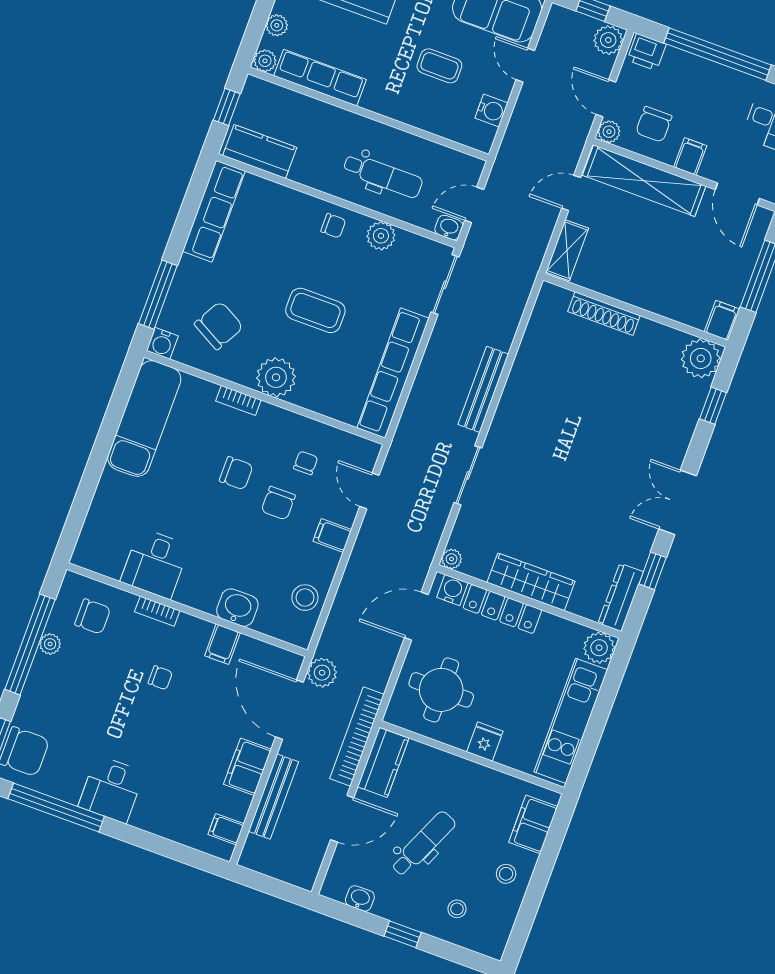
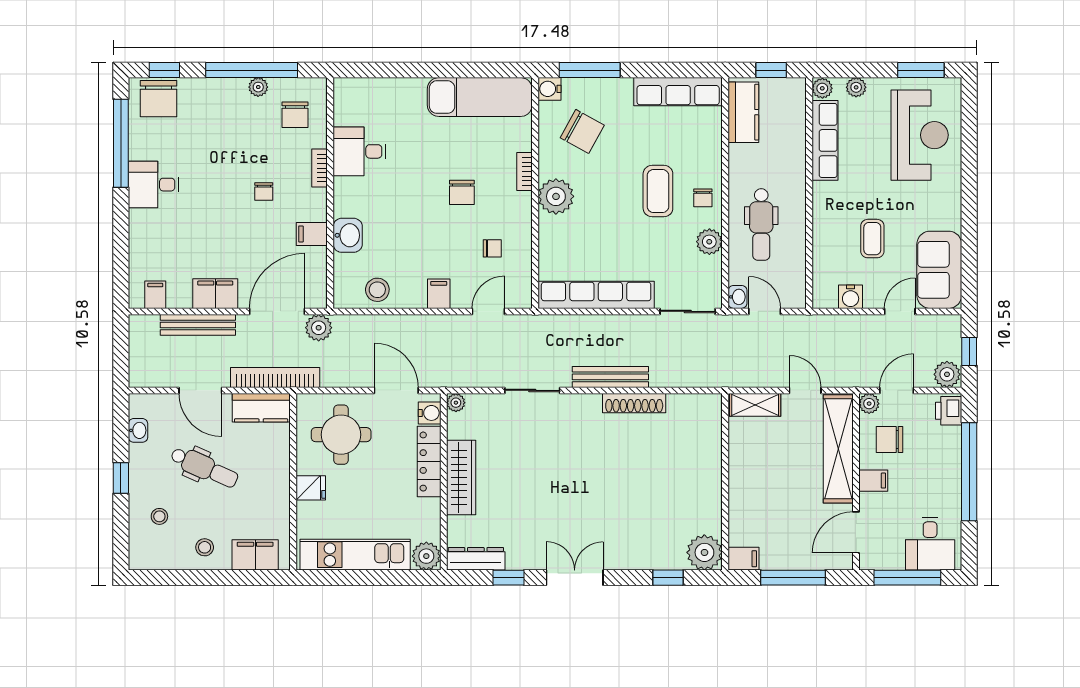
coffee table: (315, 310) -> (658, 191), moved
shoe rack: (604, 314) -> (634, 403), moved, turned -90
chair: (278, 503) -> (449, 238), removed

